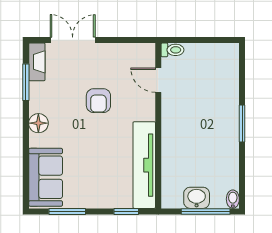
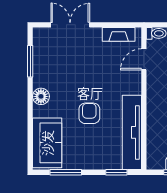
fireplace: (37, 62) -> (119, 34), moved, turned 90
door: (158, 80) -> (144, 59), hinge flipped
armchair: (98, 101) -> (89, 113), moved, turned 180

